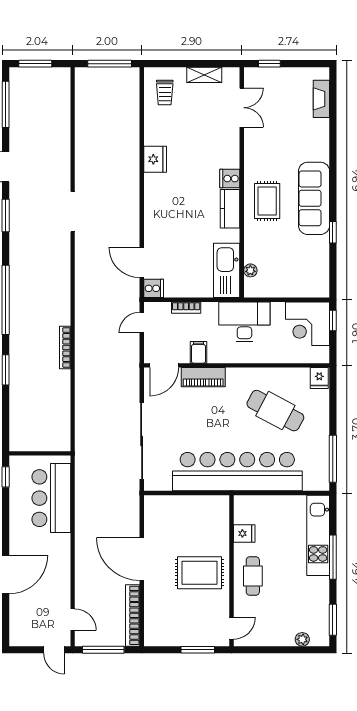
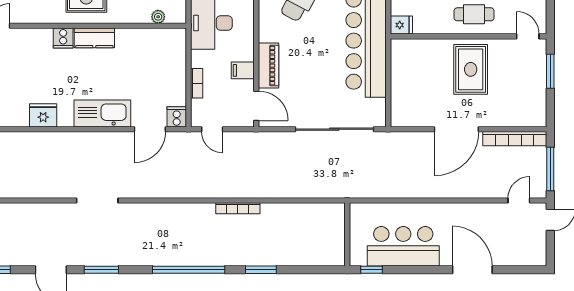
kitchen sink: (227, 270) -> (102, 114), moved, turned 180
bar counter: (51, 498) -> (403, 246), moved, turned 180
fridge: (244, 533) -> (401, 25), moved, turned 90

